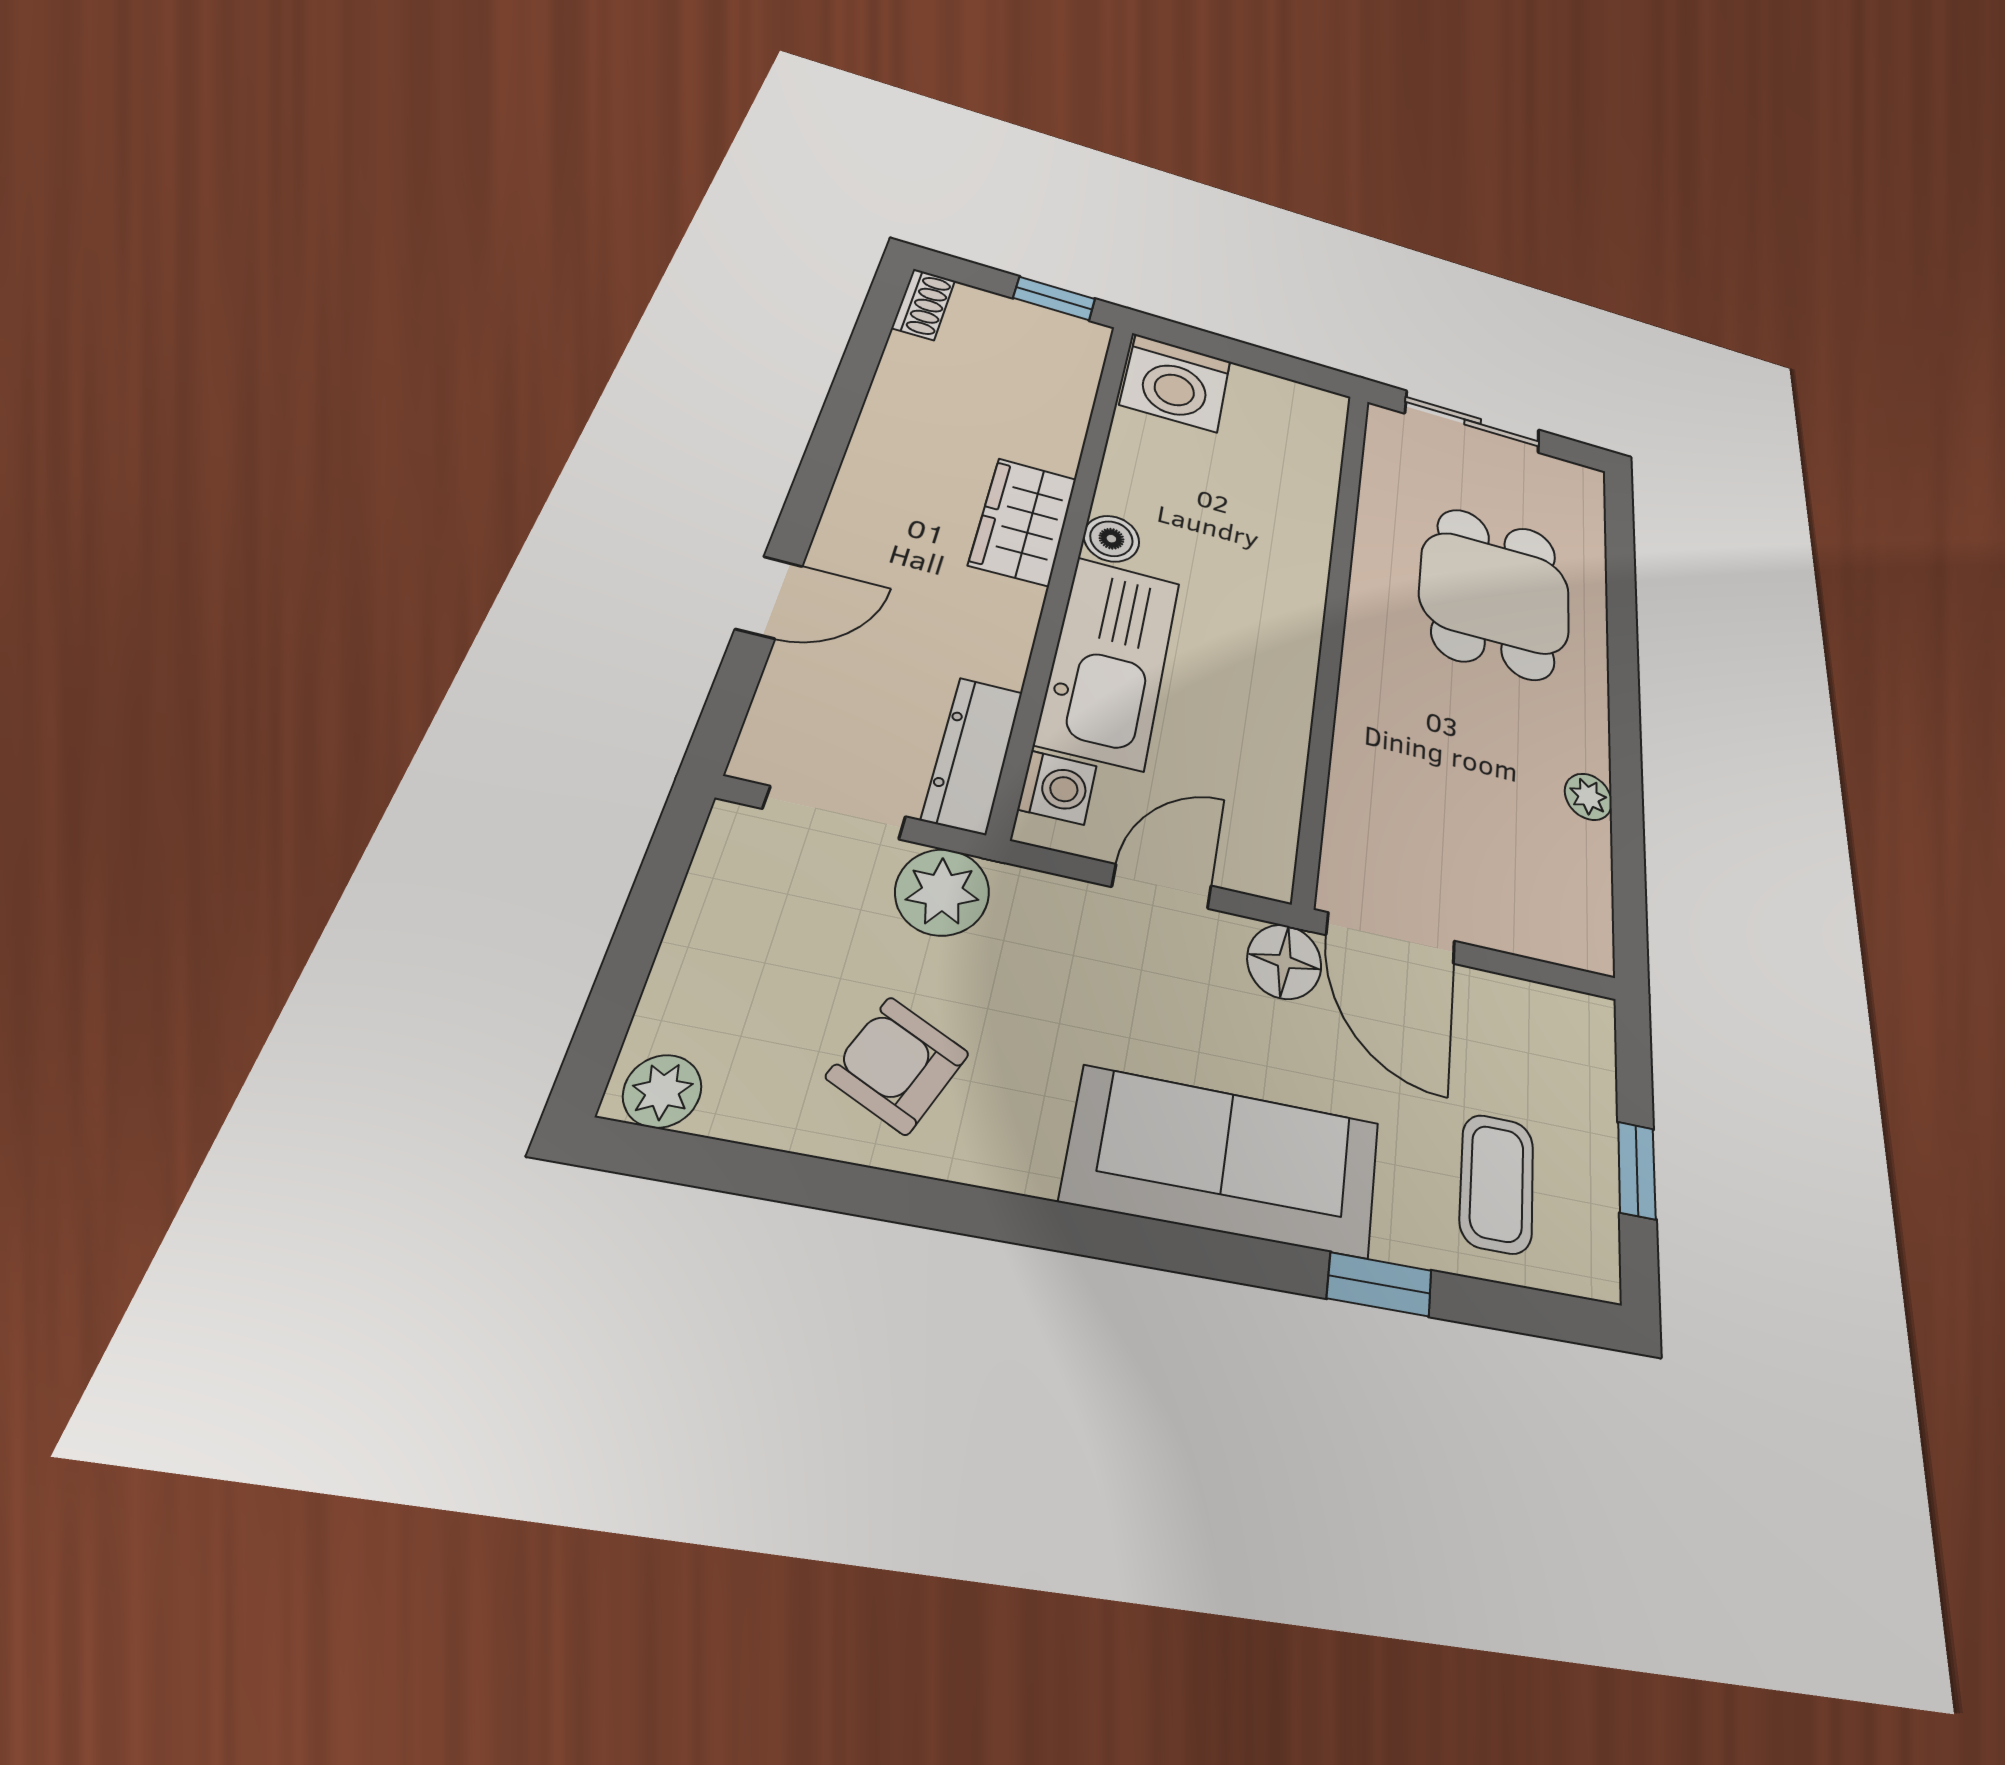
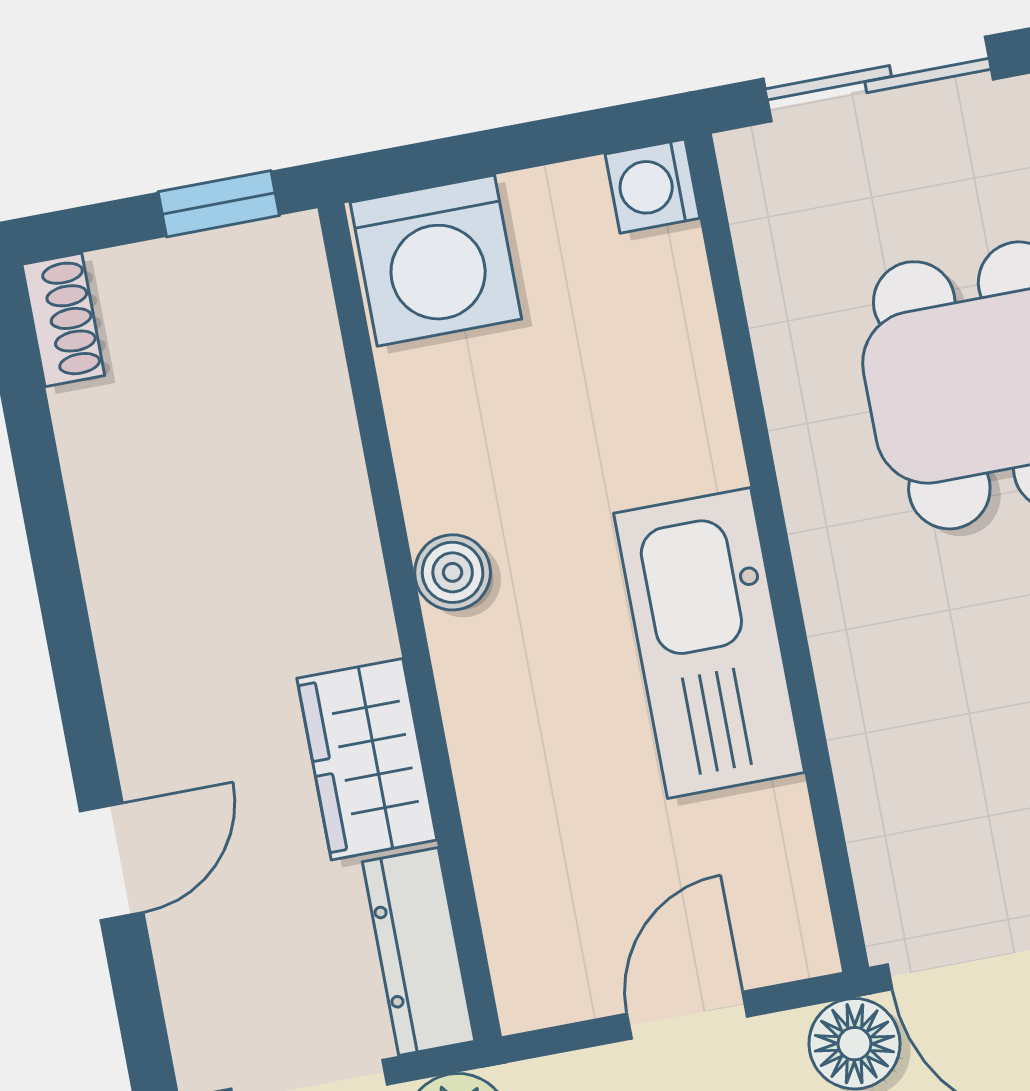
wardrobe: (1024, 521) -> (367, 759), moved
kitchen sink: (1109, 661) -> (709, 643), moved, turned 180
washing machine: (1057, 788) -> (652, 186), moved, turned 180

